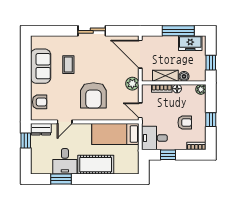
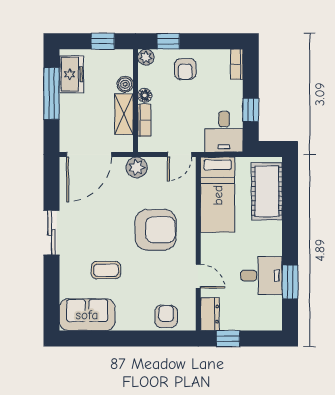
sofa: (41, 66) -> (87, 315), moved
window: (211, 120) -> (168, 41), moved
armchair: (185, 123) -> (185, 69), moved, turned 180
cot: (96, 165) -> (267, 191), moved

